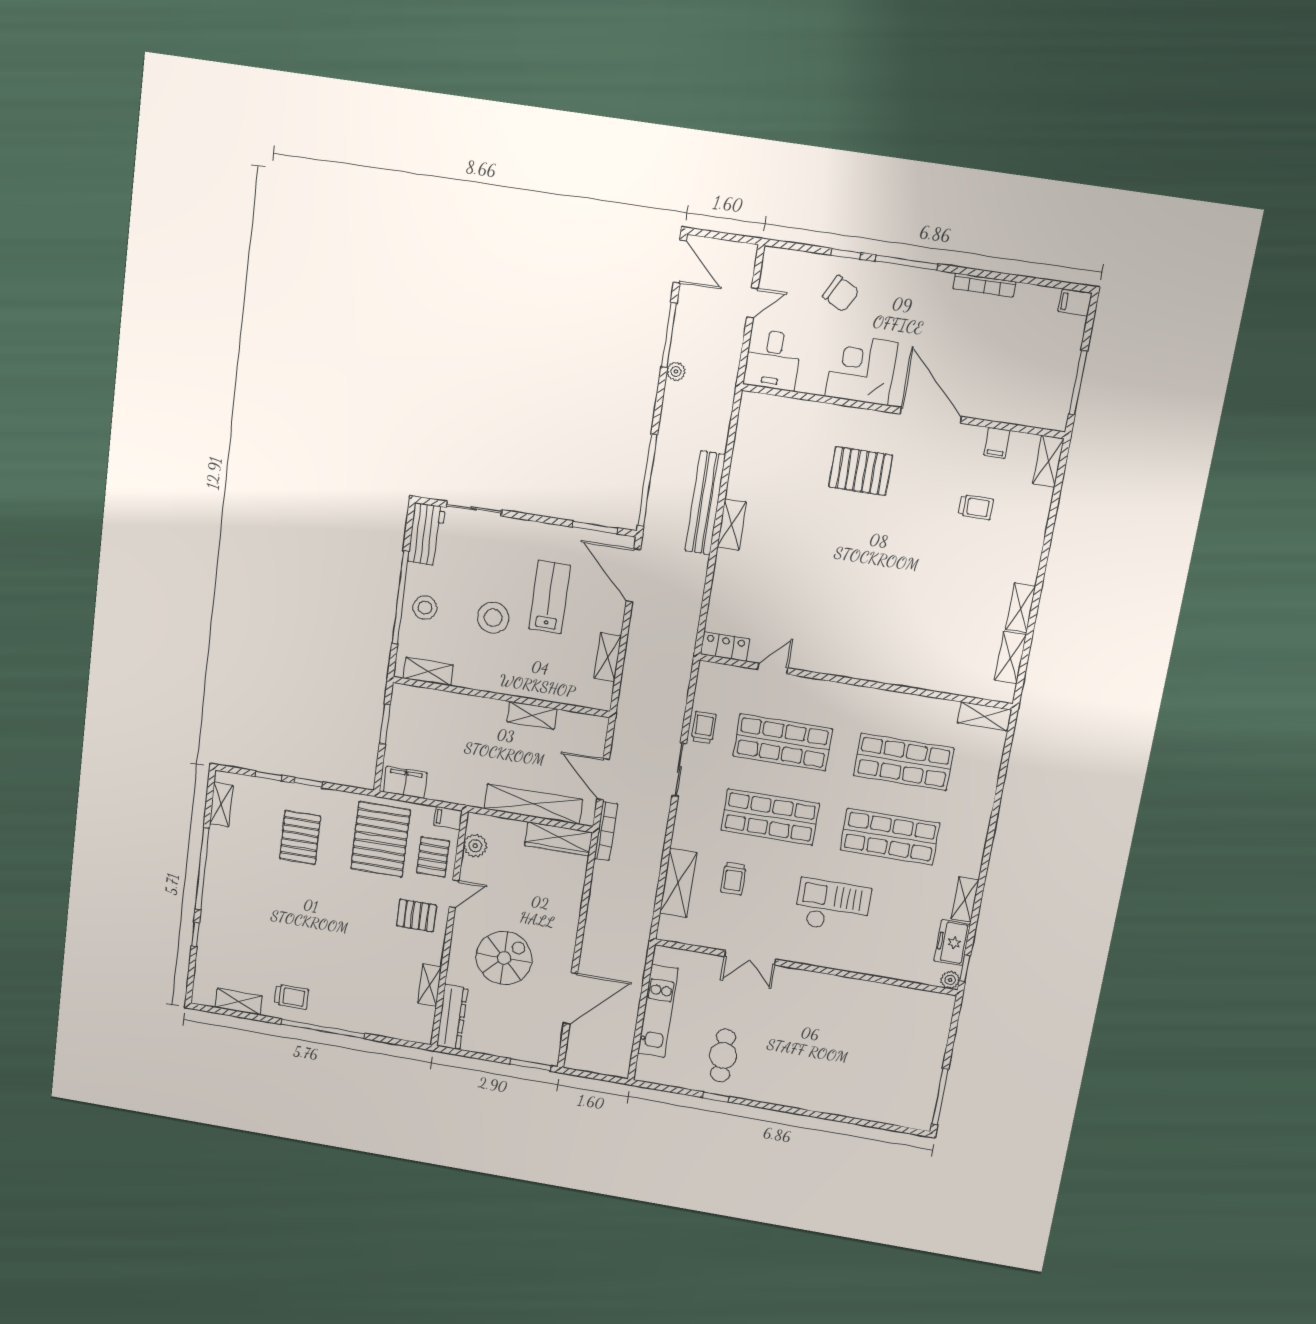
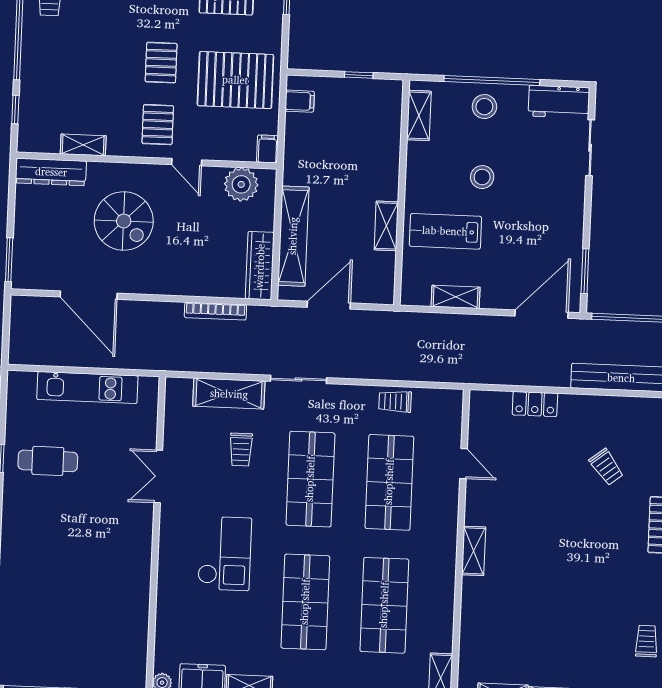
trolley: (976, 507) -> (646, 641), turned 180
shelving: (732, 525) -> (474, 551), moved, turned 90
trolley: (793, 528) -> (606, 467), added
lab bench: (550, 597) -> (445, 231), moved, turned 180
stool: (493, 618) -> (482, 177), width x0.73, depth x0.73
locker: (725, 647) -> (535, 404), moved, turned 90
window: (385, 724) -> (359, 75), width x0.67
trolley: (704, 727) -> (395, 401), turned 180
sliding door: (679, 770) -> (298, 379), moved
filing cabinet: (405, 782) -> (300, 101), width x0.50
bookcase: (606, 831) -> (215, 311), moved
plant: (475, 846) -> (241, 184), width x1.36, depth x1.36
pallet: (433, 857) -> (161, 63), moved, turned 90
trolley: (733, 878) -> (241, 450), turned -90
window: (392, 1041) -> (15, 110), added

